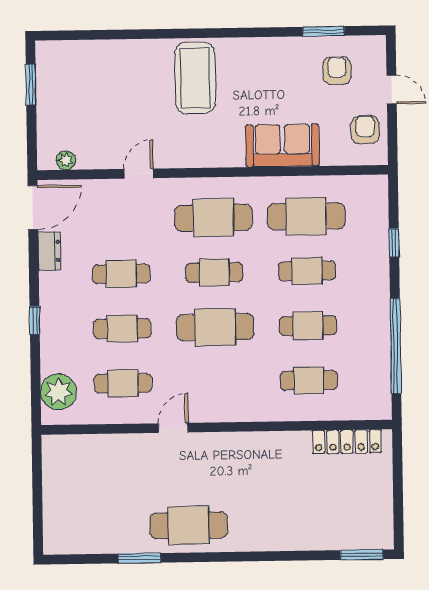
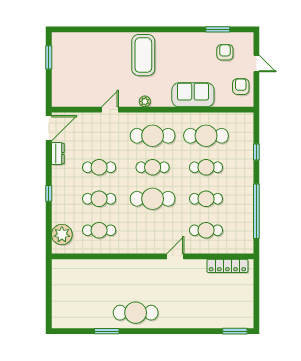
plant: (66, 160) -> (145, 101), moved
door: (173, 428) -> (175, 256), moved

